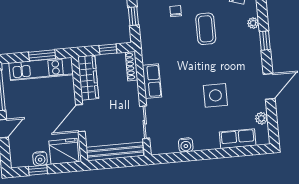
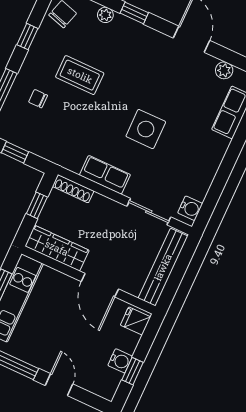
side table: (215, 95) -> (146, 129), moved
water cooler: (186, 145) -> (190, 208), moved
fridge: (64, 151) -> (135, 321), width x0.53, depth x0.75

